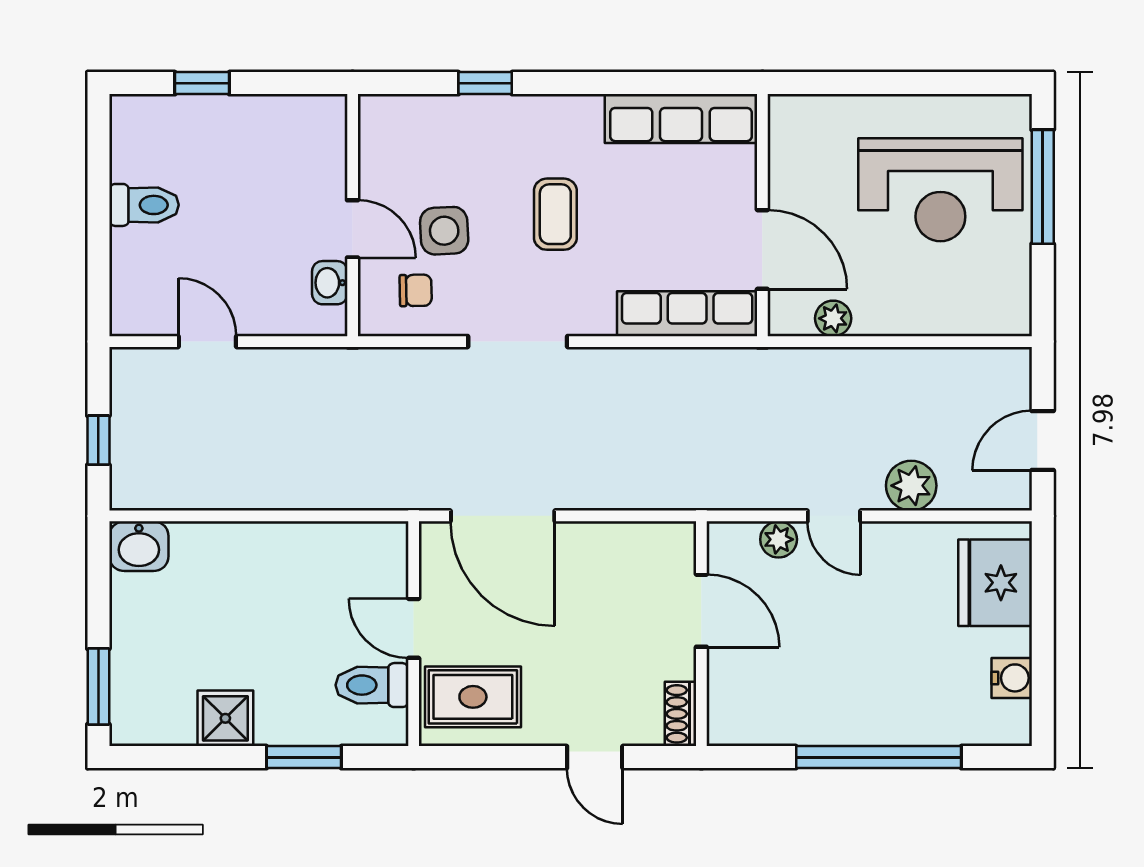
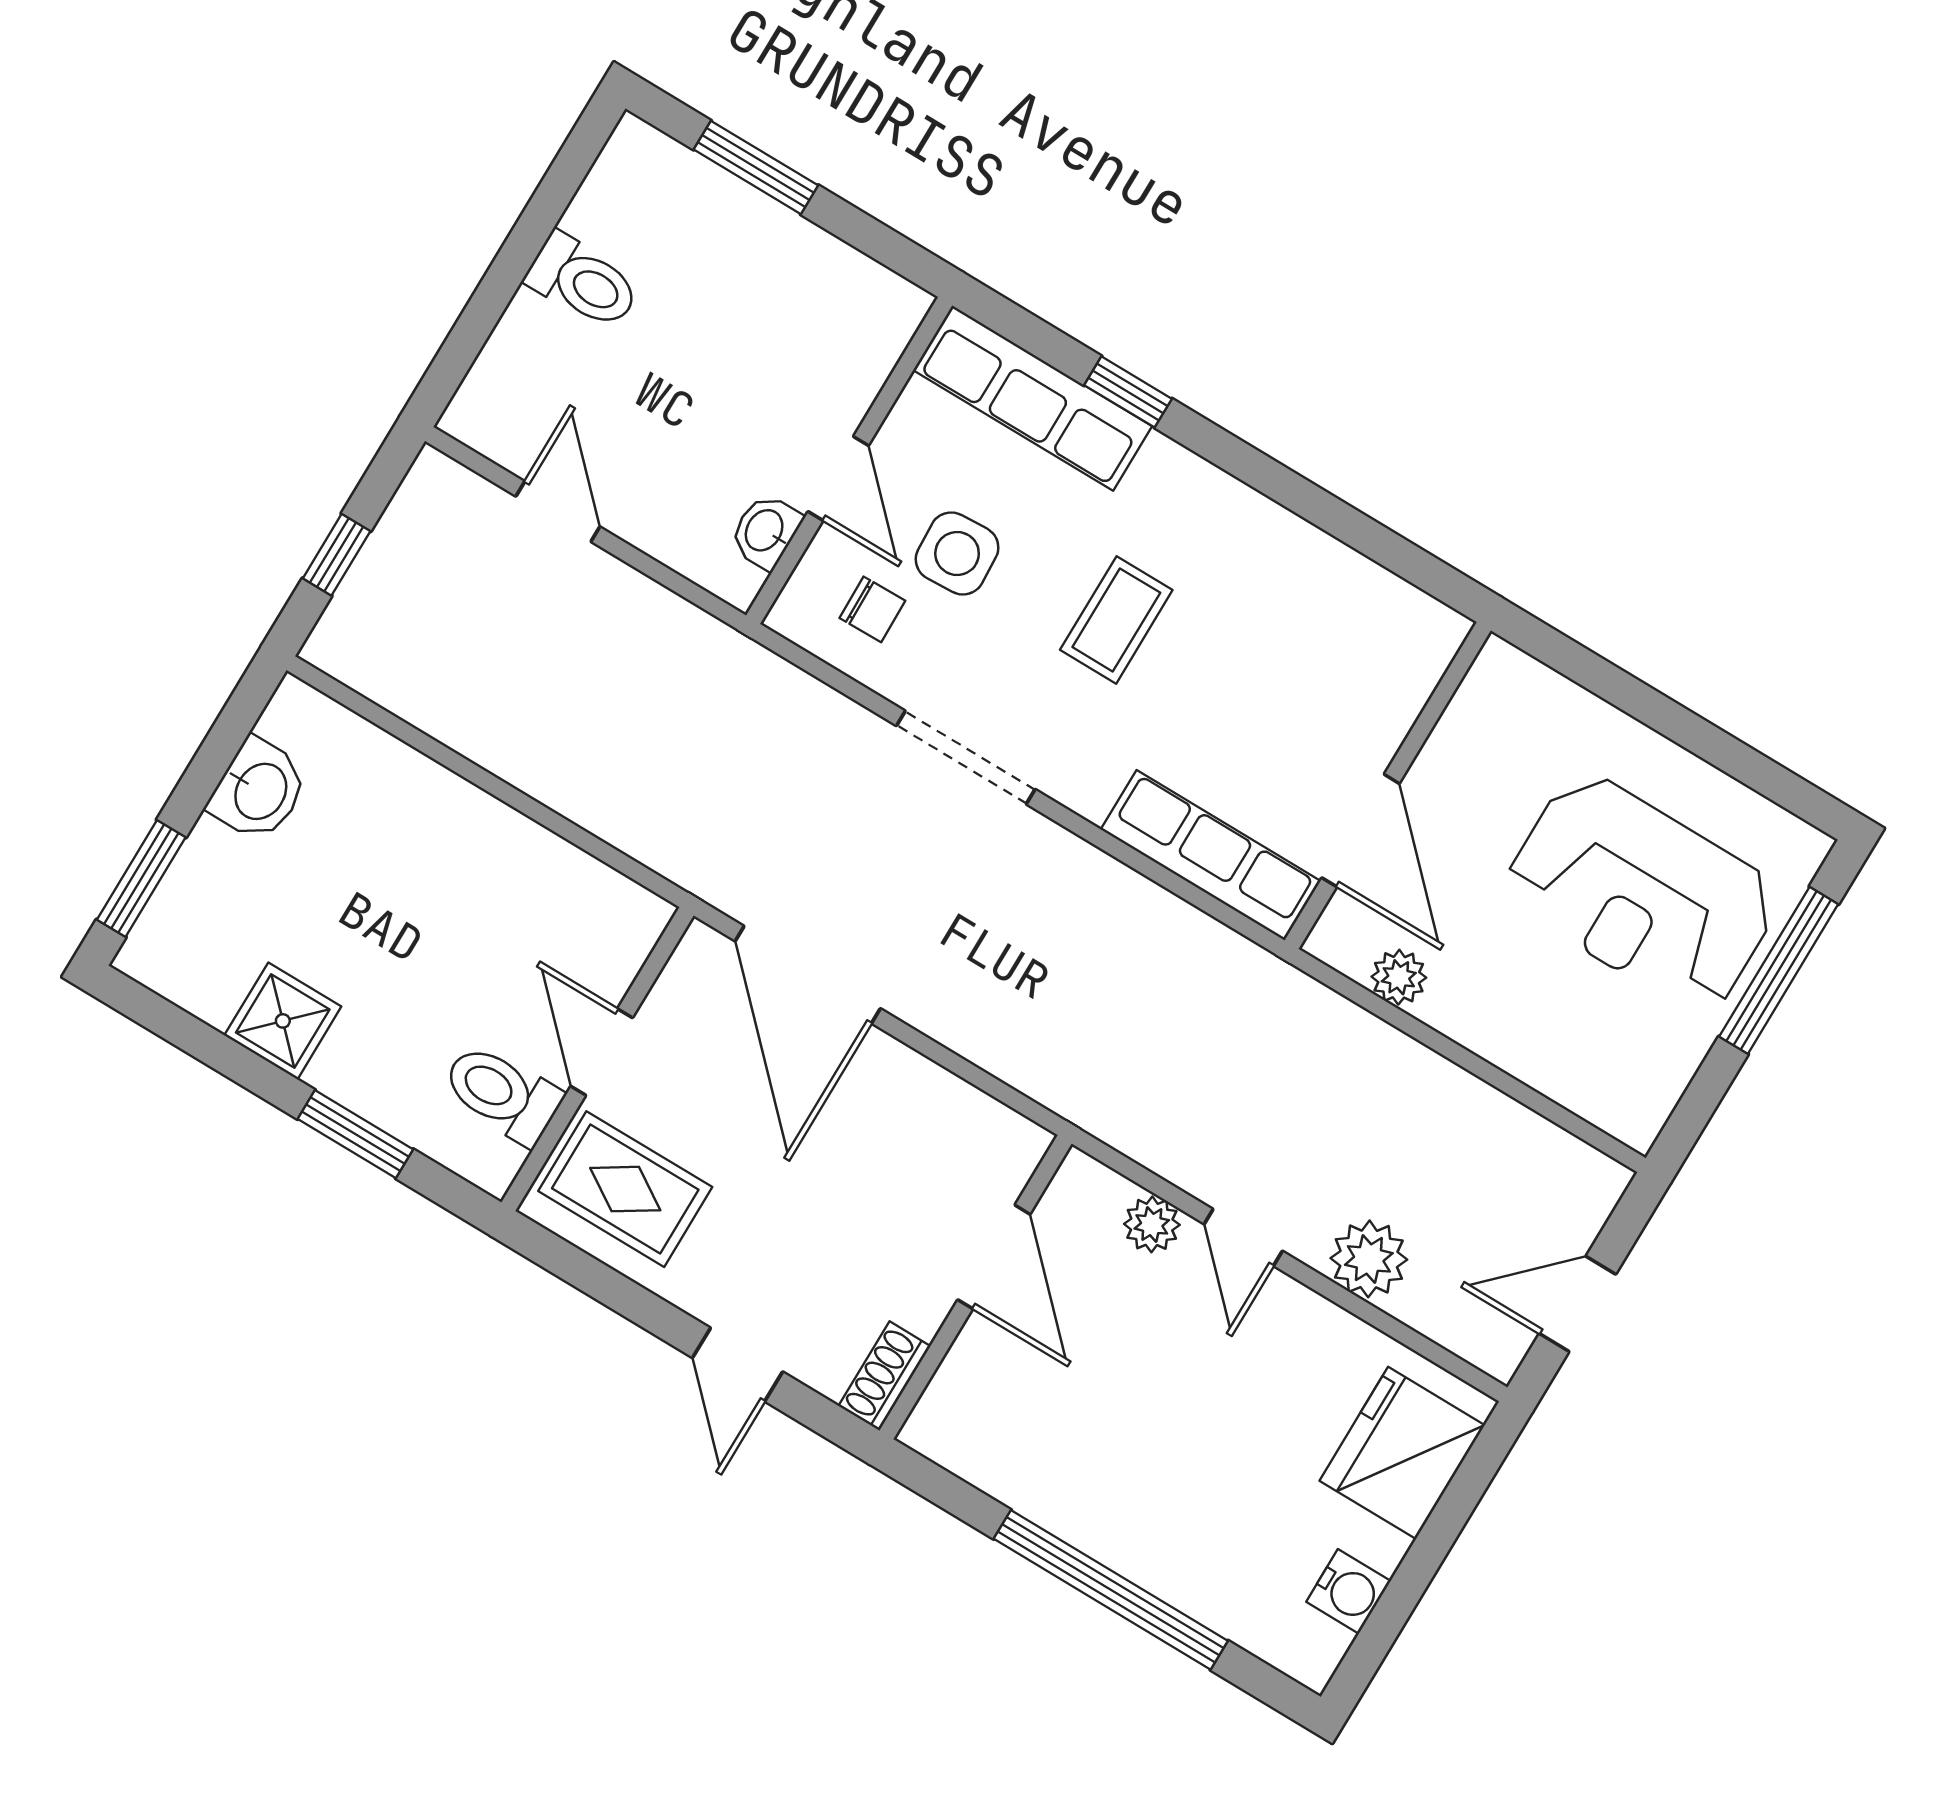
window: (202, 83) -> (756, 167), width x1.50
row of seats: (681, 119) -> (1033, 398), moved
washbasin: (139, 546) -> (259, 790), moved, turned -90

